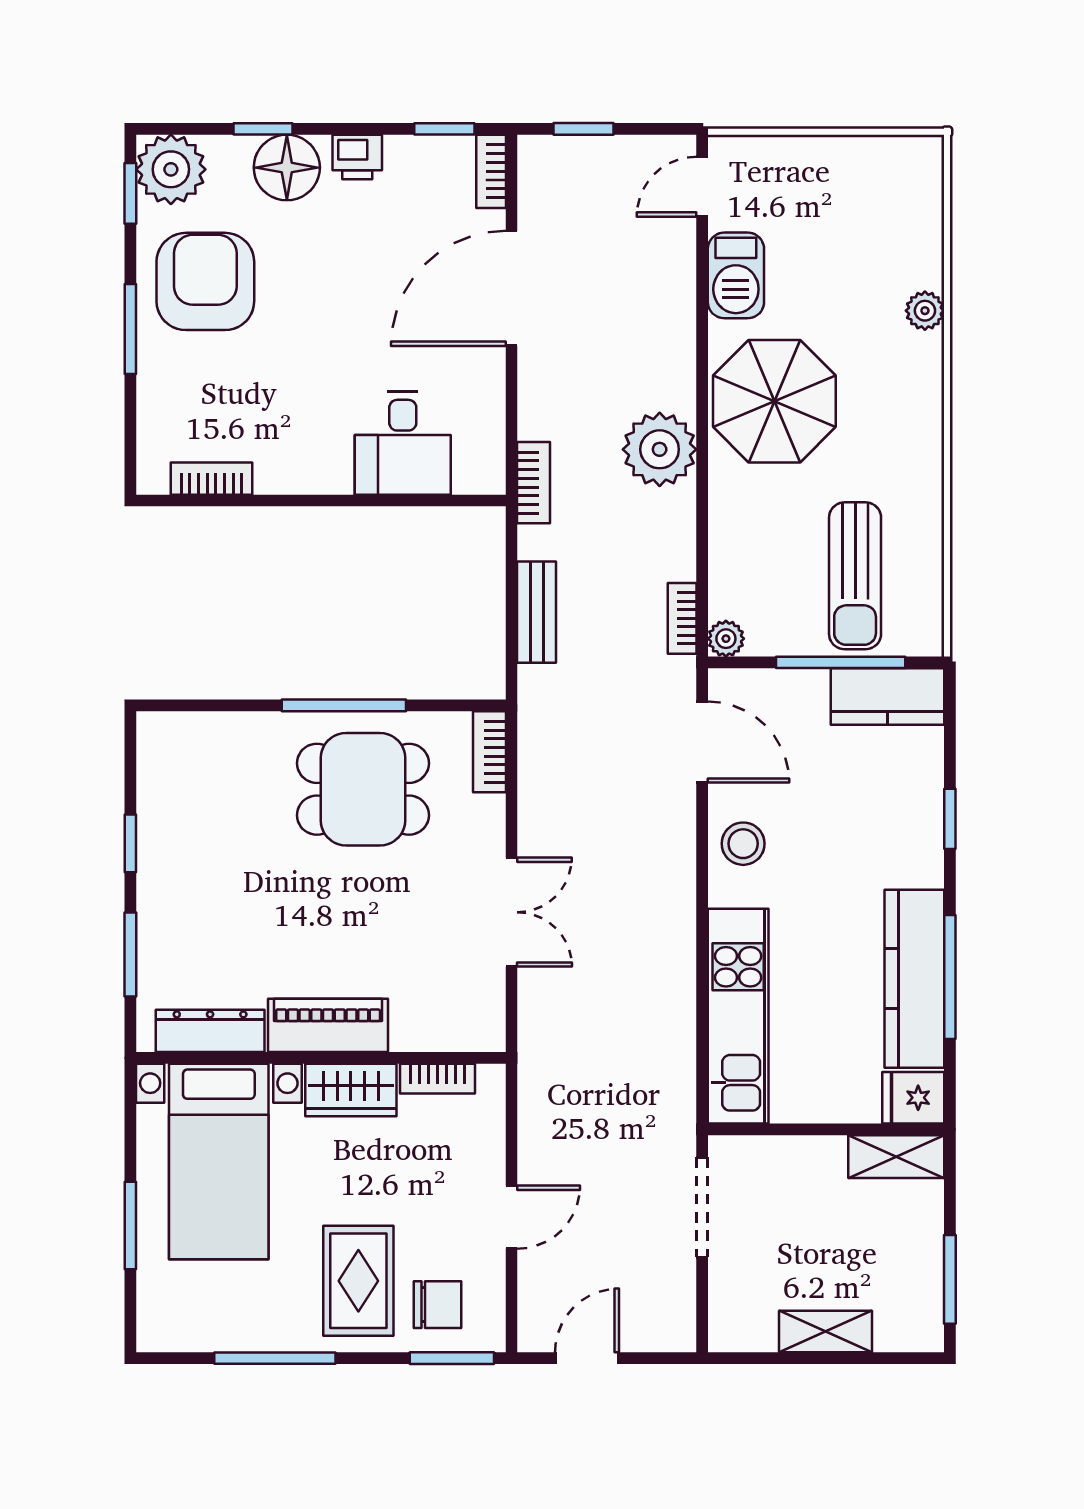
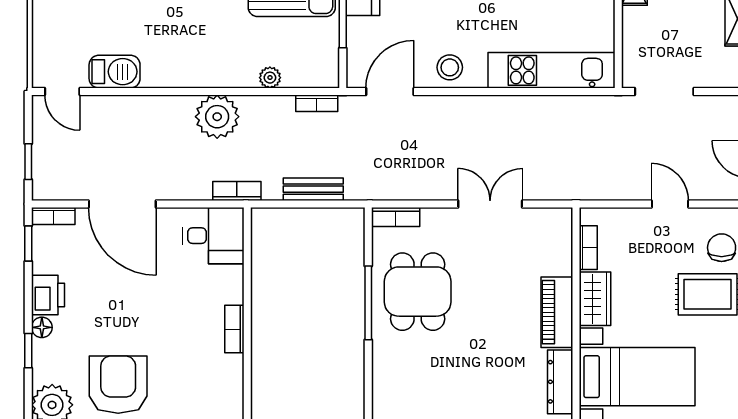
printer: (357, 157) -> (48, 295), width x1.36, depth x1.24
floor lamp: (287, 168) -> (42, 327), width x0.53, depth x0.53
armchair: (205, 281) -> (118, 385), turned 90
parasol: (774, 401) -> (189, 49), removed
desk: (403, 443) -> (213, 236), moved
bookcase: (212, 479) -> (234, 329), moved
plant: (726, 639) -> (270, 78), moved

